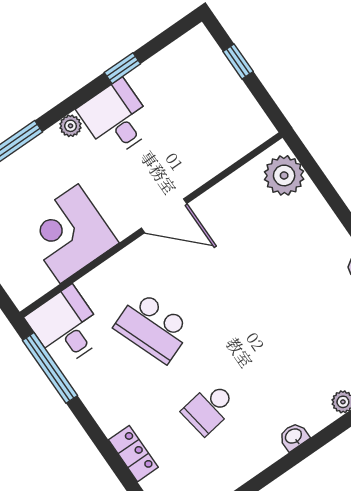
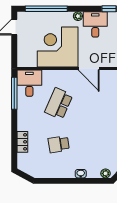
corner desk: (69, 234) -> (58, 47), width x1.36, depth x1.36
school desk: (153, 327) -> (59, 104), turned 45

